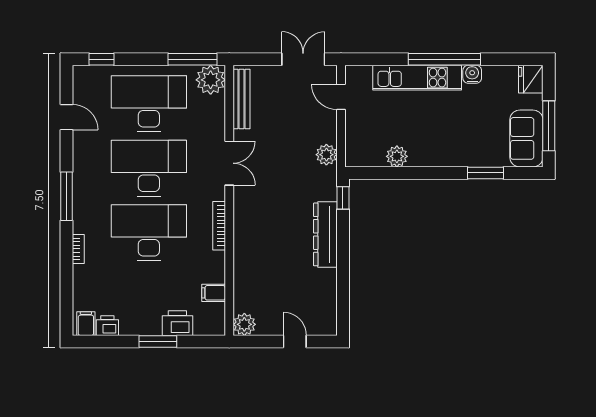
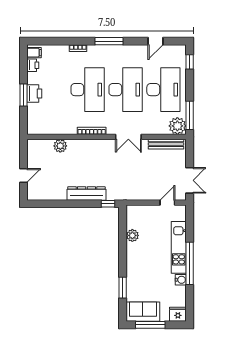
plant: (326, 155) -> (133, 194), removed
filing cabinet: (214, 293) -> (52, 128), removed
printer: (177, 323) -> (34, 94), moved
plant: (244, 324) -> (60, 146), moved

